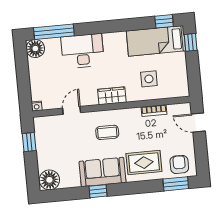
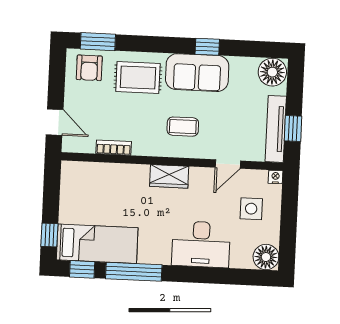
window: (54, 32) -> (134, 272), moved
side table: (149, 79) -> (251, 209), moved
tv unit: (41, 140) -> (276, 129), added

